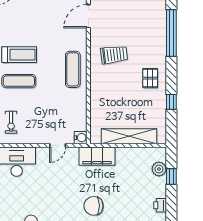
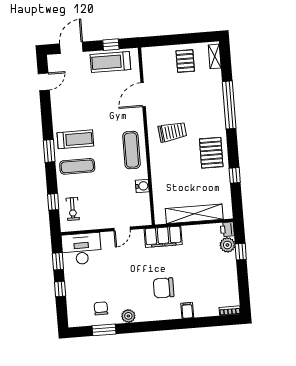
pallet: (150, 78) -> (211, 153), width x1.50, depth x1.42
water cooler: (81, 138) -> (142, 186), moved
printer: (160, 205) -> (227, 229), moved

